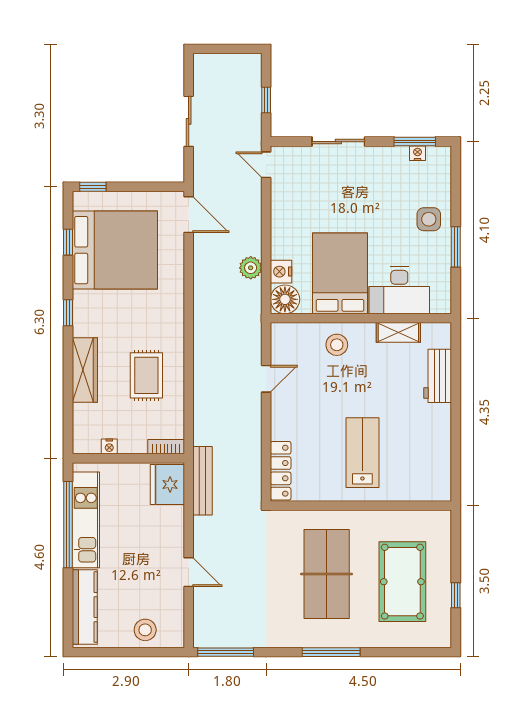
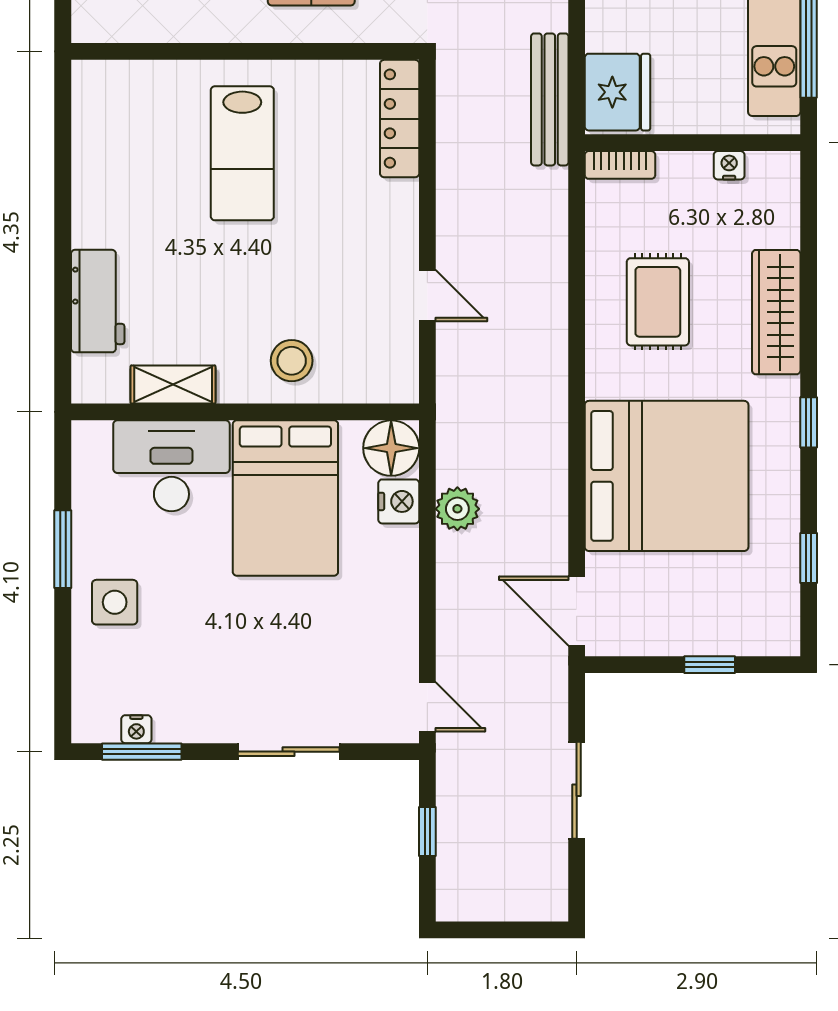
window: (93, 187) -> (710, 665), moved
bed: (115, 250) -> (667, 476), moved, turned 180
door: (266, 379) -> (427, 296), swing flipped

